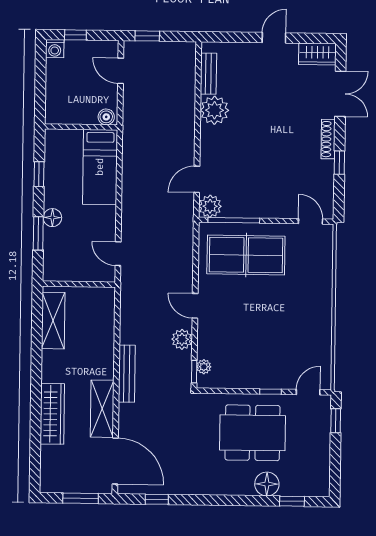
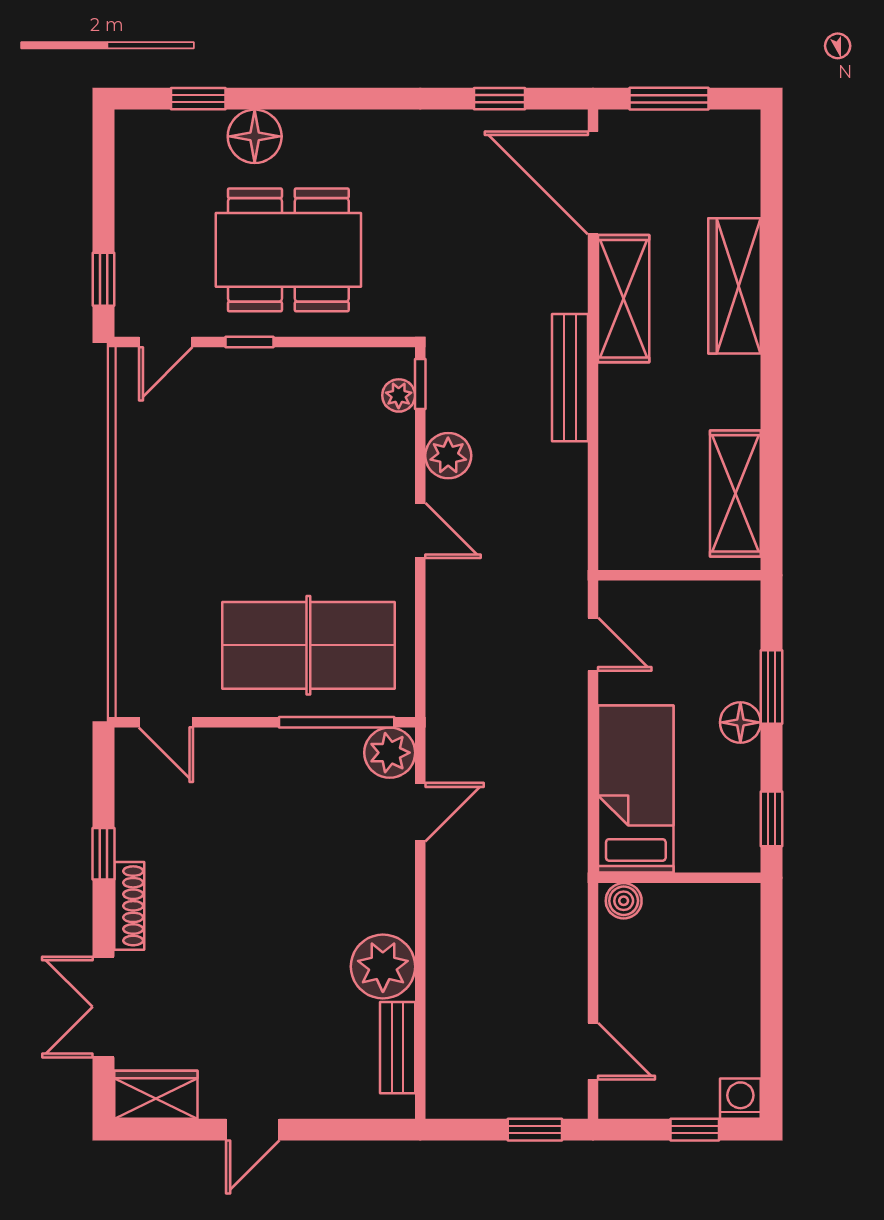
boiler: (106, 117) -> (624, 901), moved
wall: (81, 127) -> (679, 878), moved
bed: (100, 167) -> (636, 789), moved

